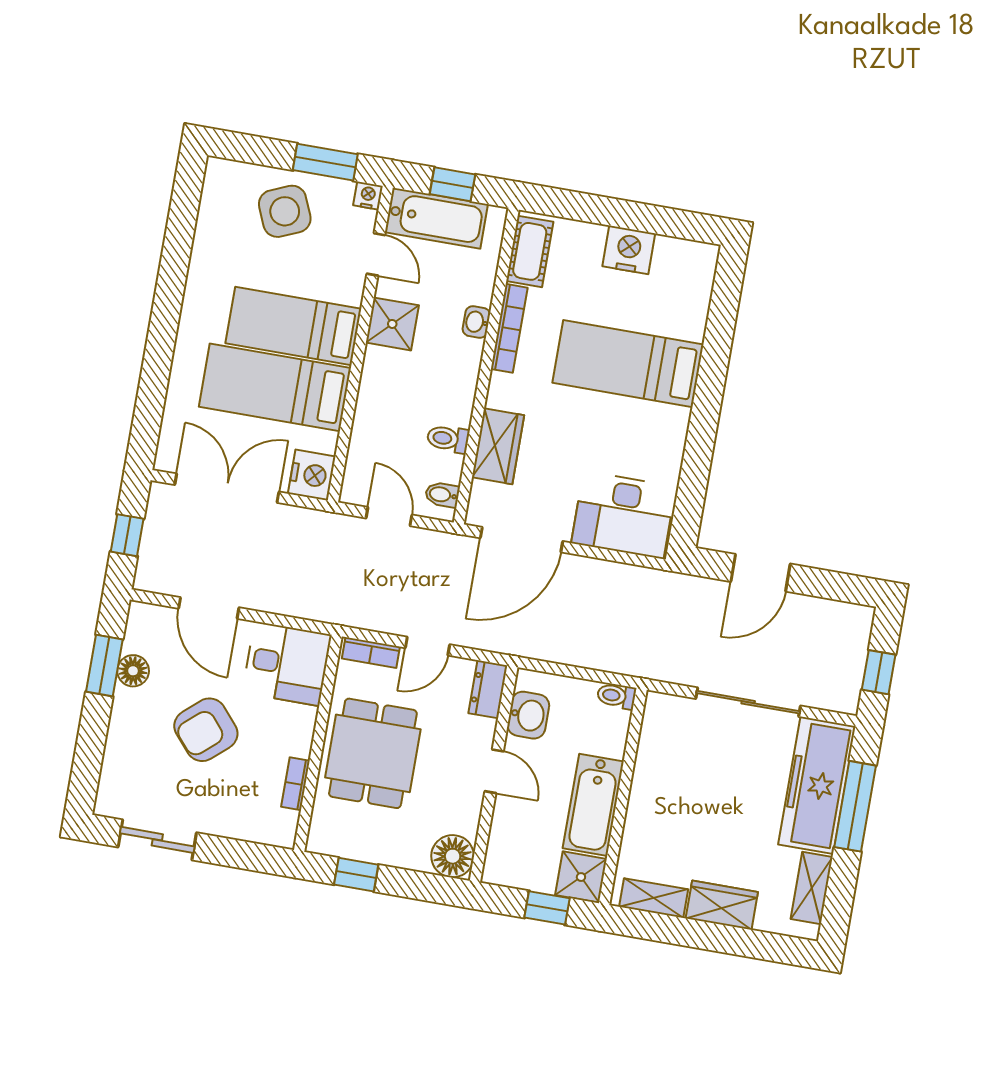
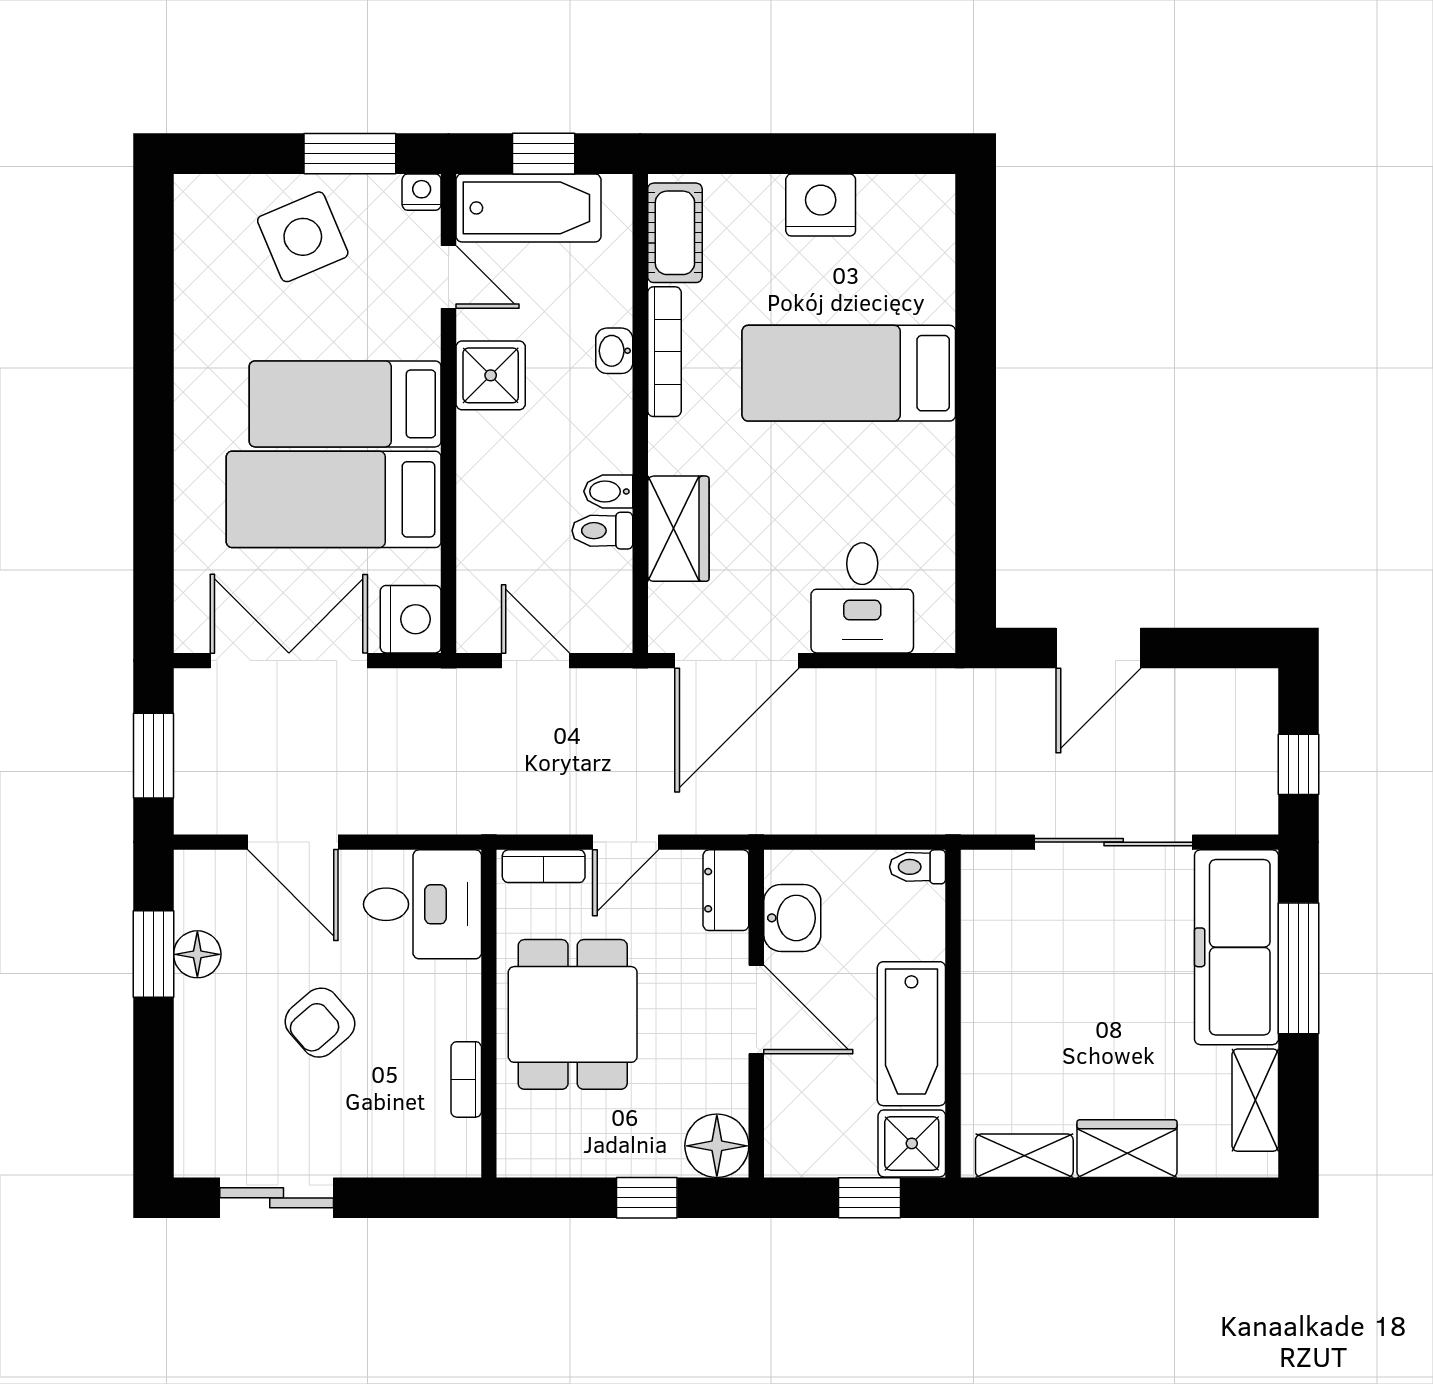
bidet: (442, 495) -> (608, 491), moved
desk: (623, 515) -> (862, 598), width x0.73
window: (127, 535) -> (153, 756), width x1.50
armchair: (206, 730) -> (320, 1023), width x0.72, depth x0.72
door: (494, 771) -> (756, 1010), width x1.38
window: (356, 875) -> (647, 1198), moved

